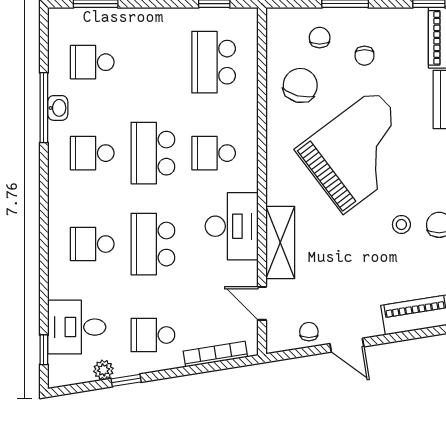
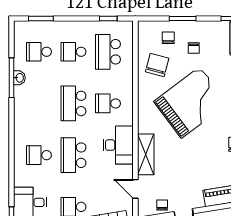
school desk: (92, 153) -> (73, 52), moved
stool: (401, 224) -> (215, 144), removed

